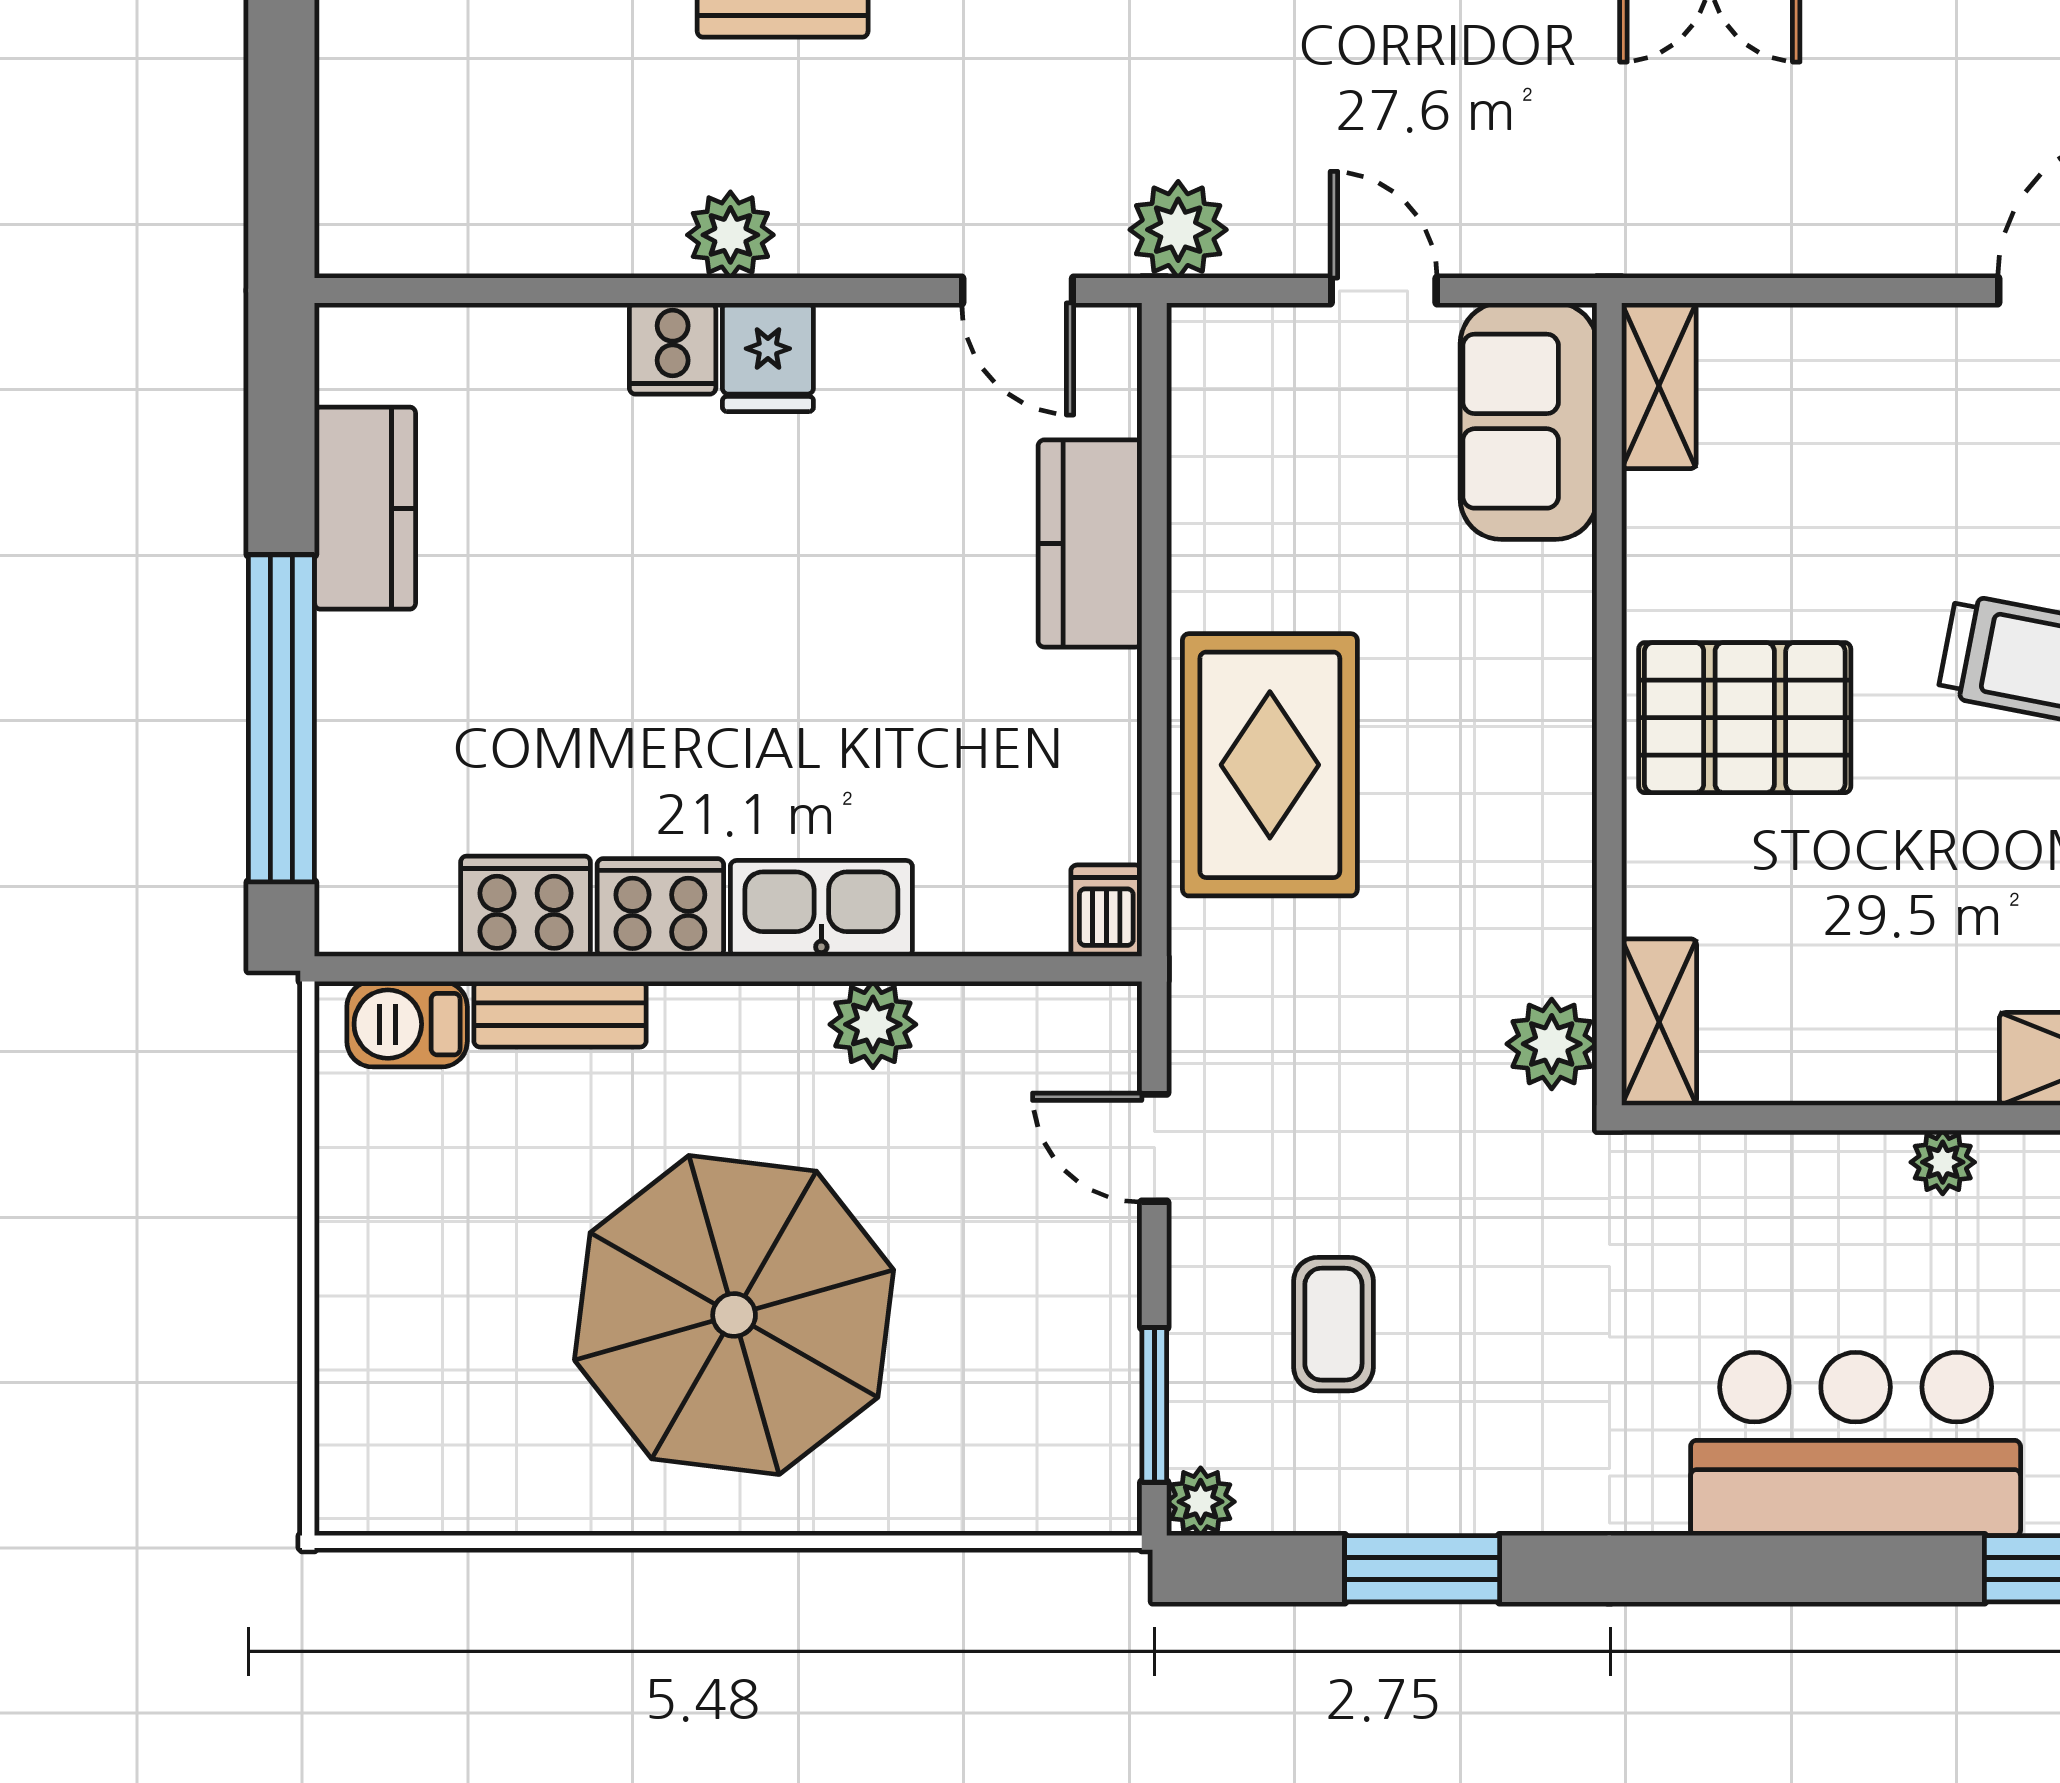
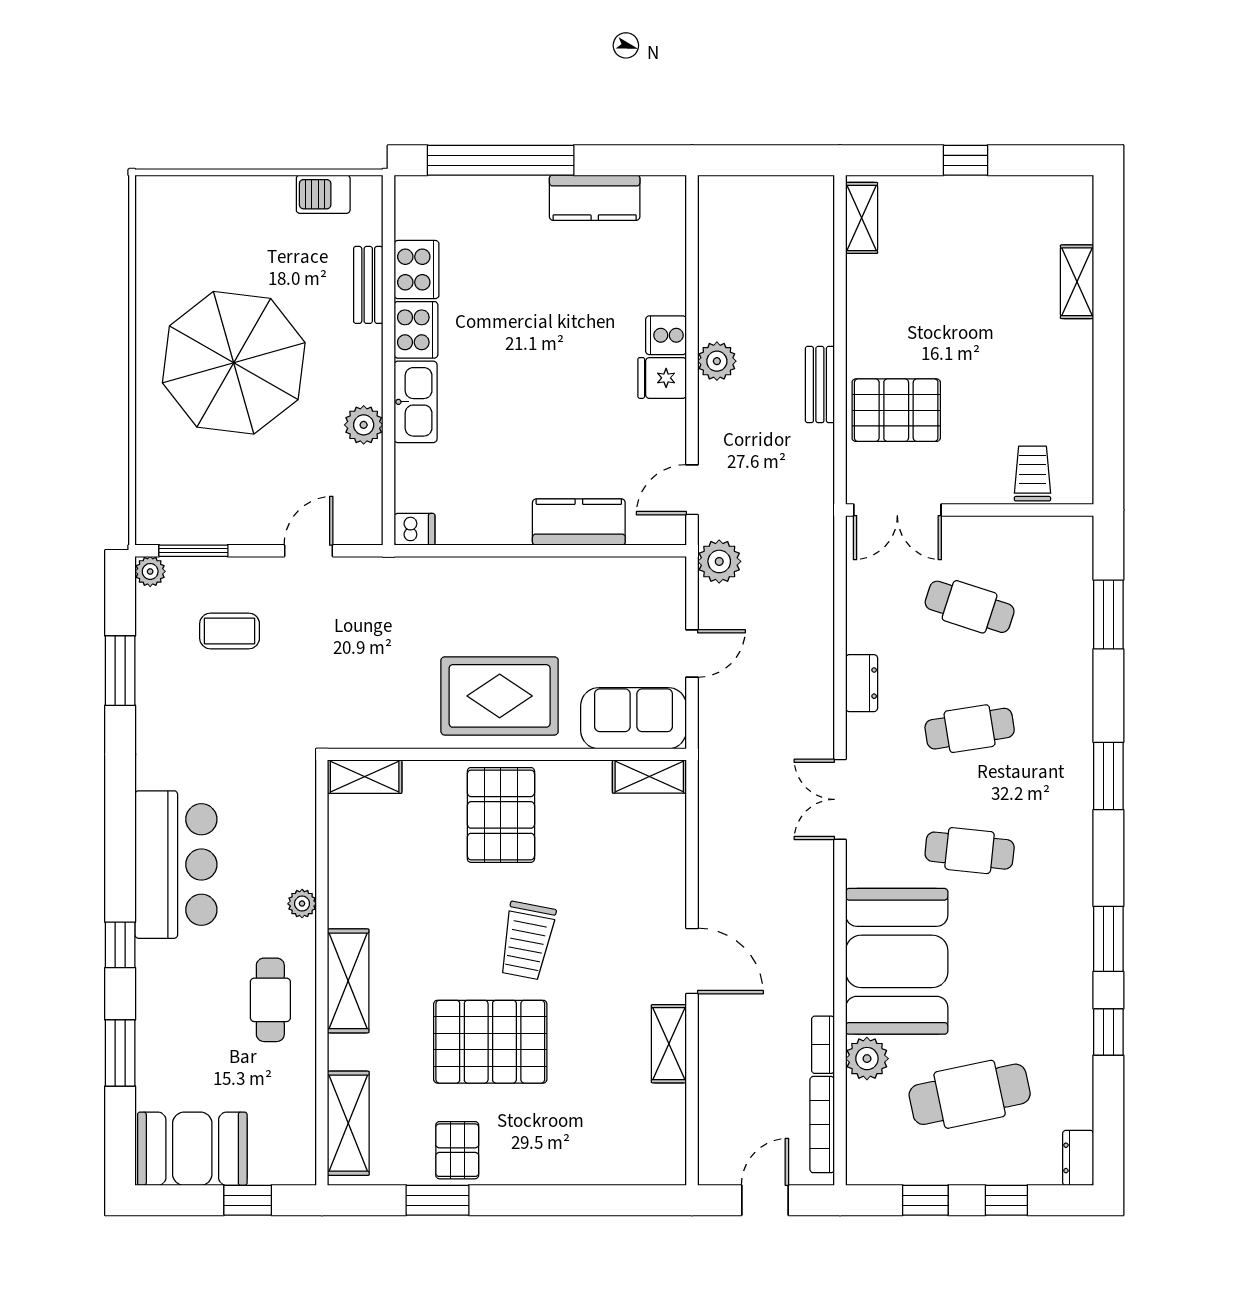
rug: (1270, 765) -> (500, 696), moved
barbecue: (407, 1024) -> (323, 194), moved, turned -90
plant: (1552, 1044) -> (355, 729), removed

